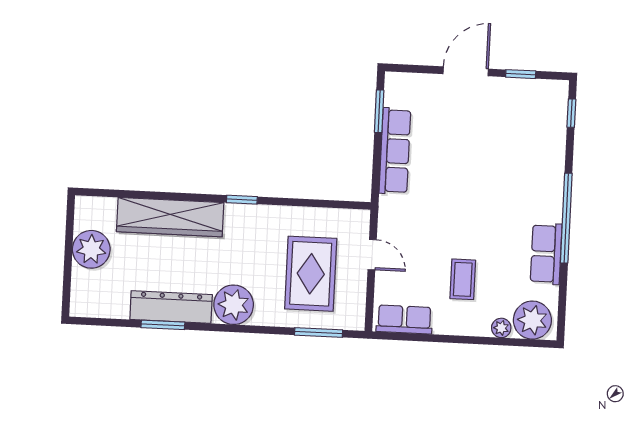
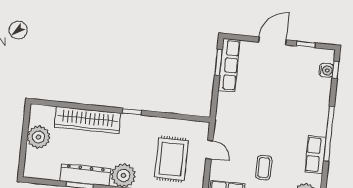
water cooler: (556, 115) -> (326, 70), added
row of seats: (395, 151) -> (229, 65), moved

